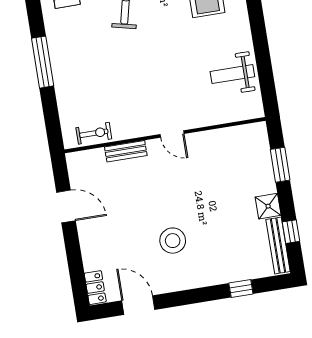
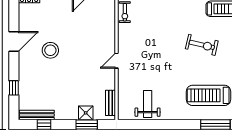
bench: (126, 151) -> (111, 103), moved
shower: (268, 206) -> (86, 113), moved
door: (138, 305) -> (14, 41), moved

